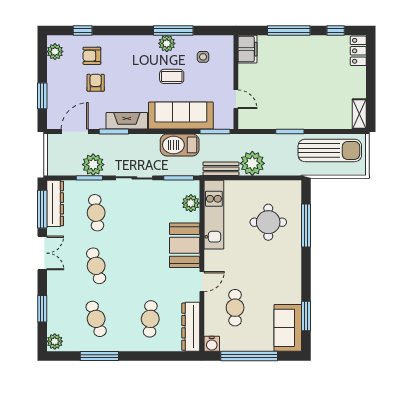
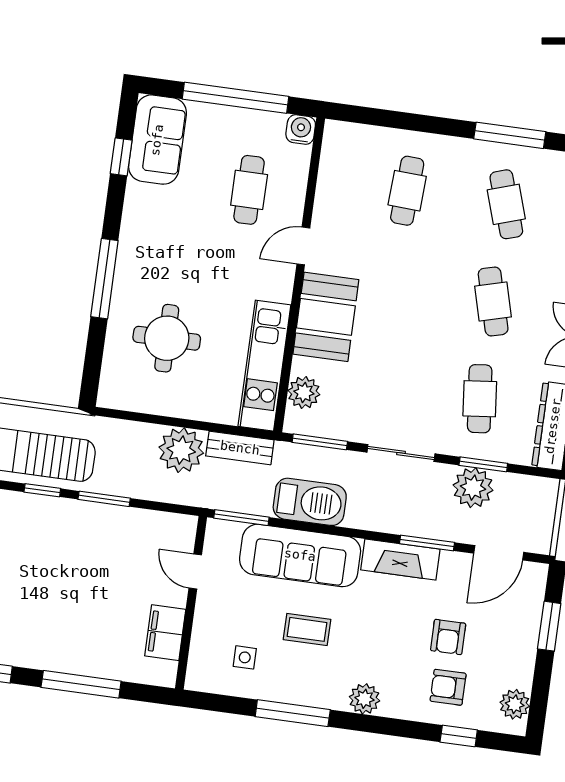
plant: (167, 43) -> (364, 699), moved
filing cabinet: (247, 49) -> (165, 633), moved
armchair: (92, 56) -> (448, 687), turned 180
window: (324, 132) -> (42, 490), added
window: (306, 225) -> (104, 279), moved
window: (306, 316) -> (121, 157), width x0.67
dresser: (191, 327) -> (335, 166), removed

